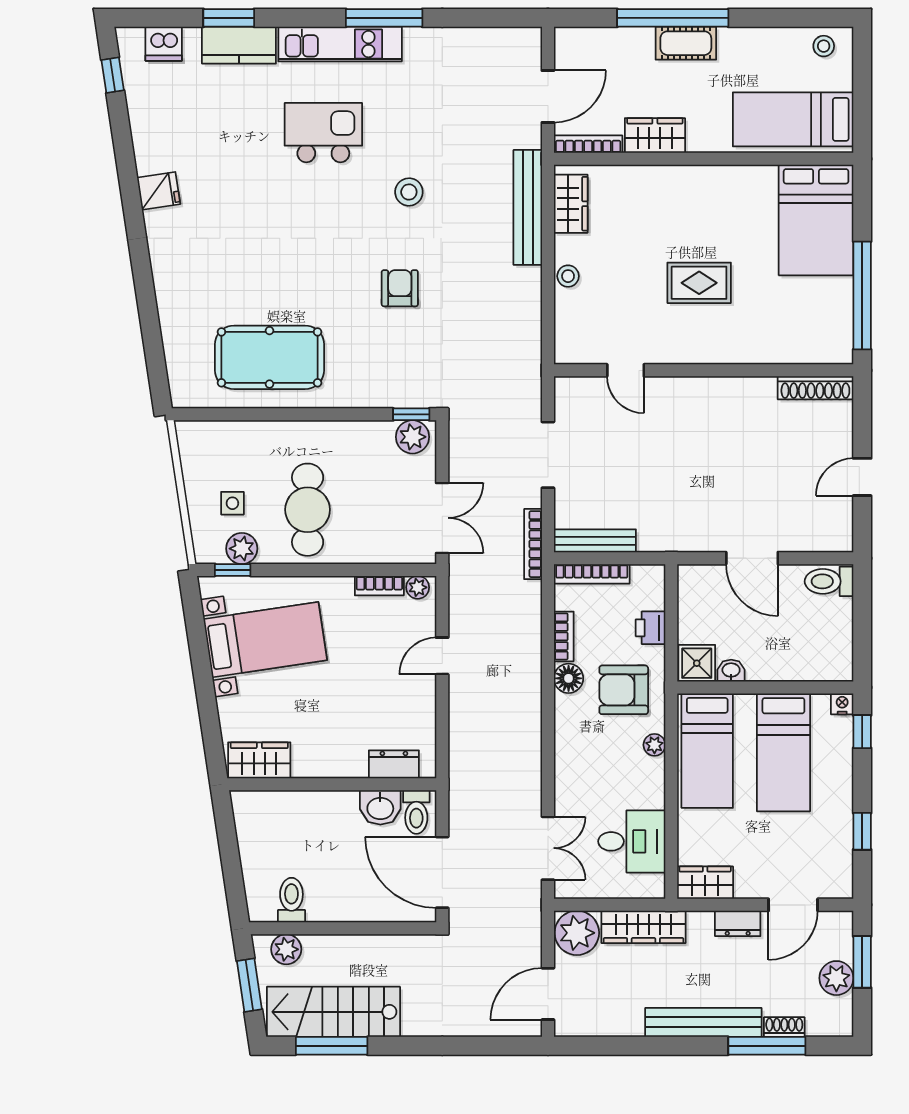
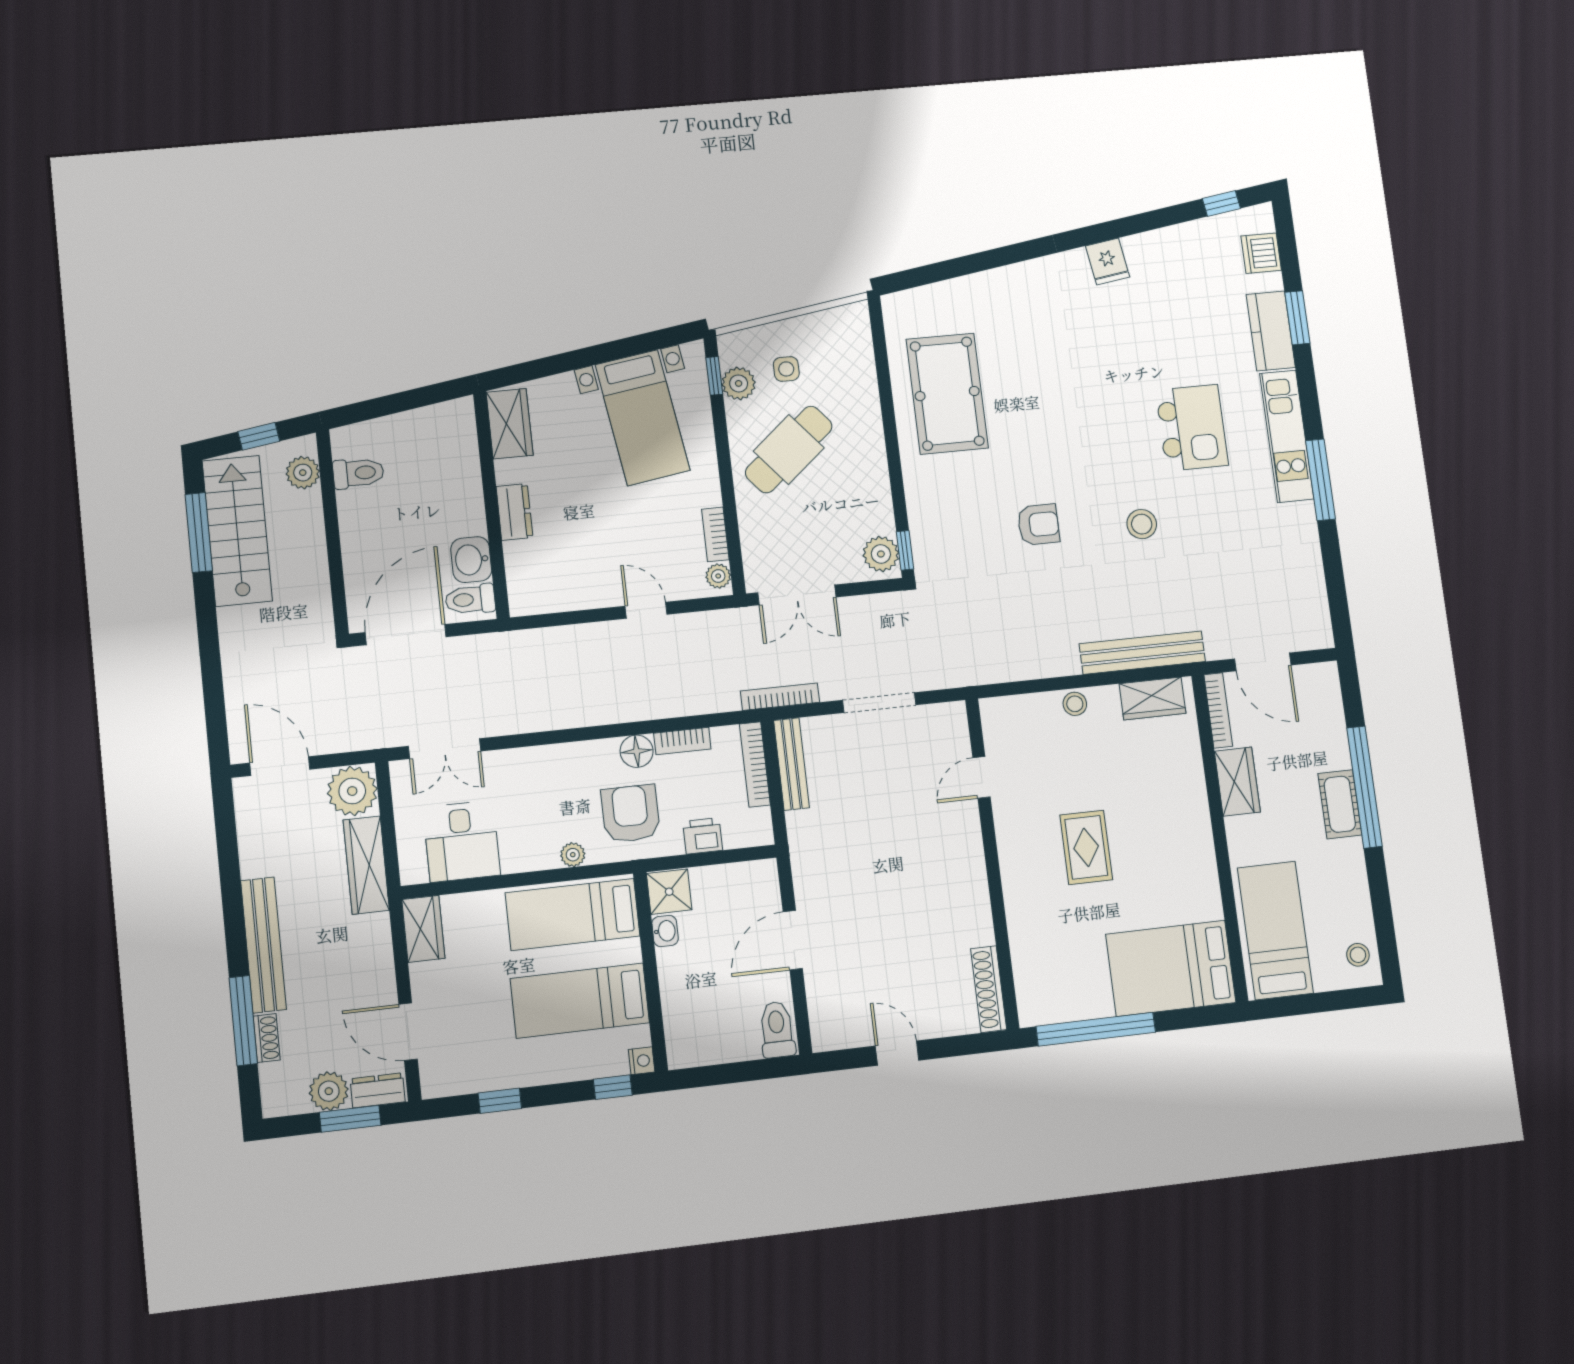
cafe table: (308, 510) -> (789, 449), turned -40
dresser: (394, 764) -> (514, 512), moved
dresser: (738, 923) -> (378, 1090), moved, turned 90
window: (249, 985) -> (259, 436), width x0.67

